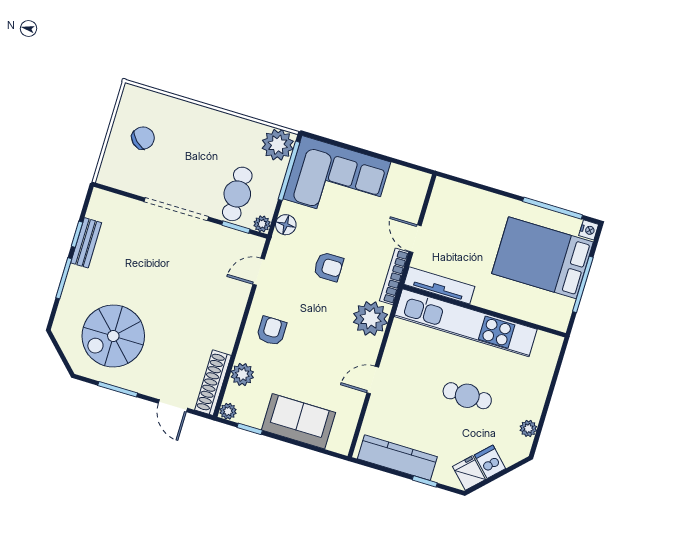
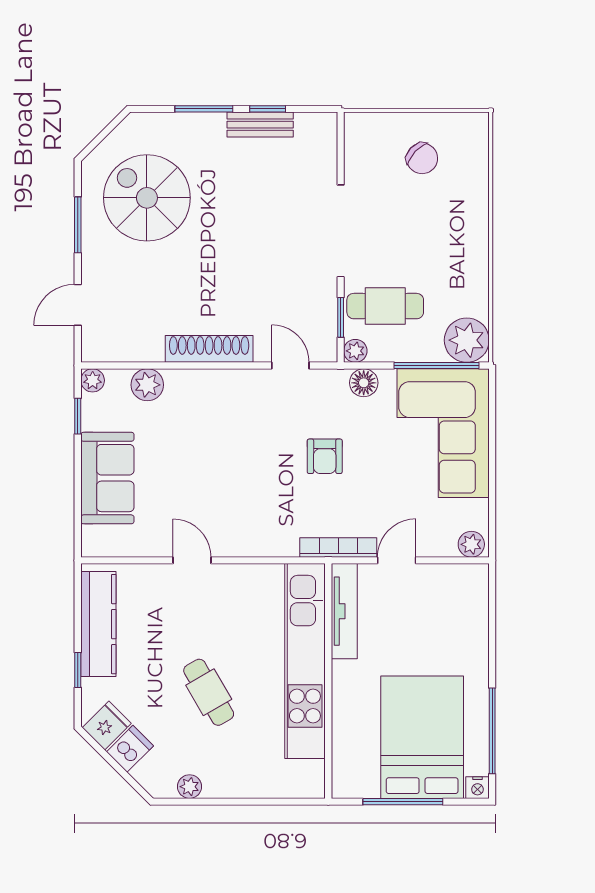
plant: (371, 318) -> (471, 544), moved, width x0.53, depth x0.53
armchair: (272, 331) -> (217, 406), removed
shoe rack: (213, 383) -> (209, 349), moved
cafe table: (467, 396) -> (209, 692), turned -30

